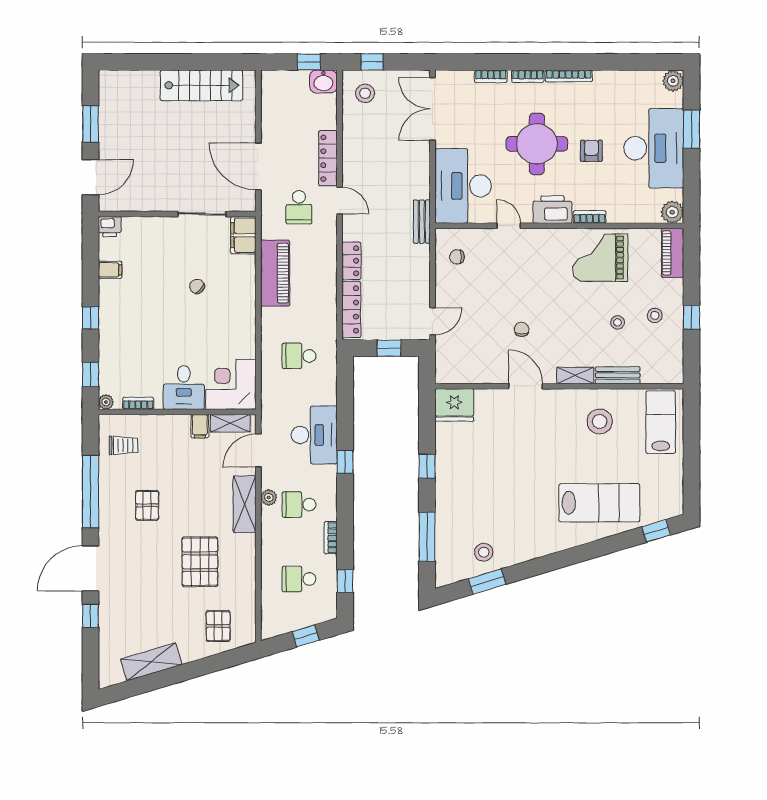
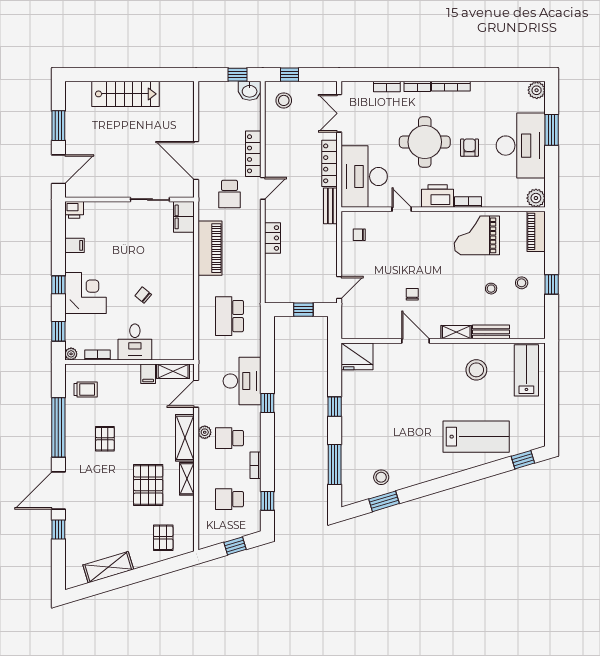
stairs: (201, 85) -> (125, 94), moved
double door: (433, 109) -> (339, 113), width x0.73
door: (340, 200) -> (263, 188), hinge flipped
chair: (197, 286) -> (143, 295), moved
locker: (351, 310) -> (330, 163), moved, turned 180
school desk: (299, 356) -> (229, 316), width x1.85
corner desk: (231, 384) -> (85, 293), moved, turned 90
shelving: (247, 554) -> (187, 479), added

